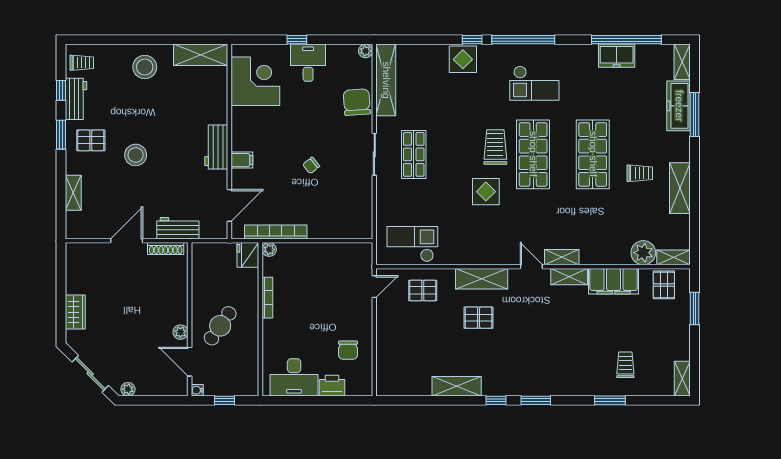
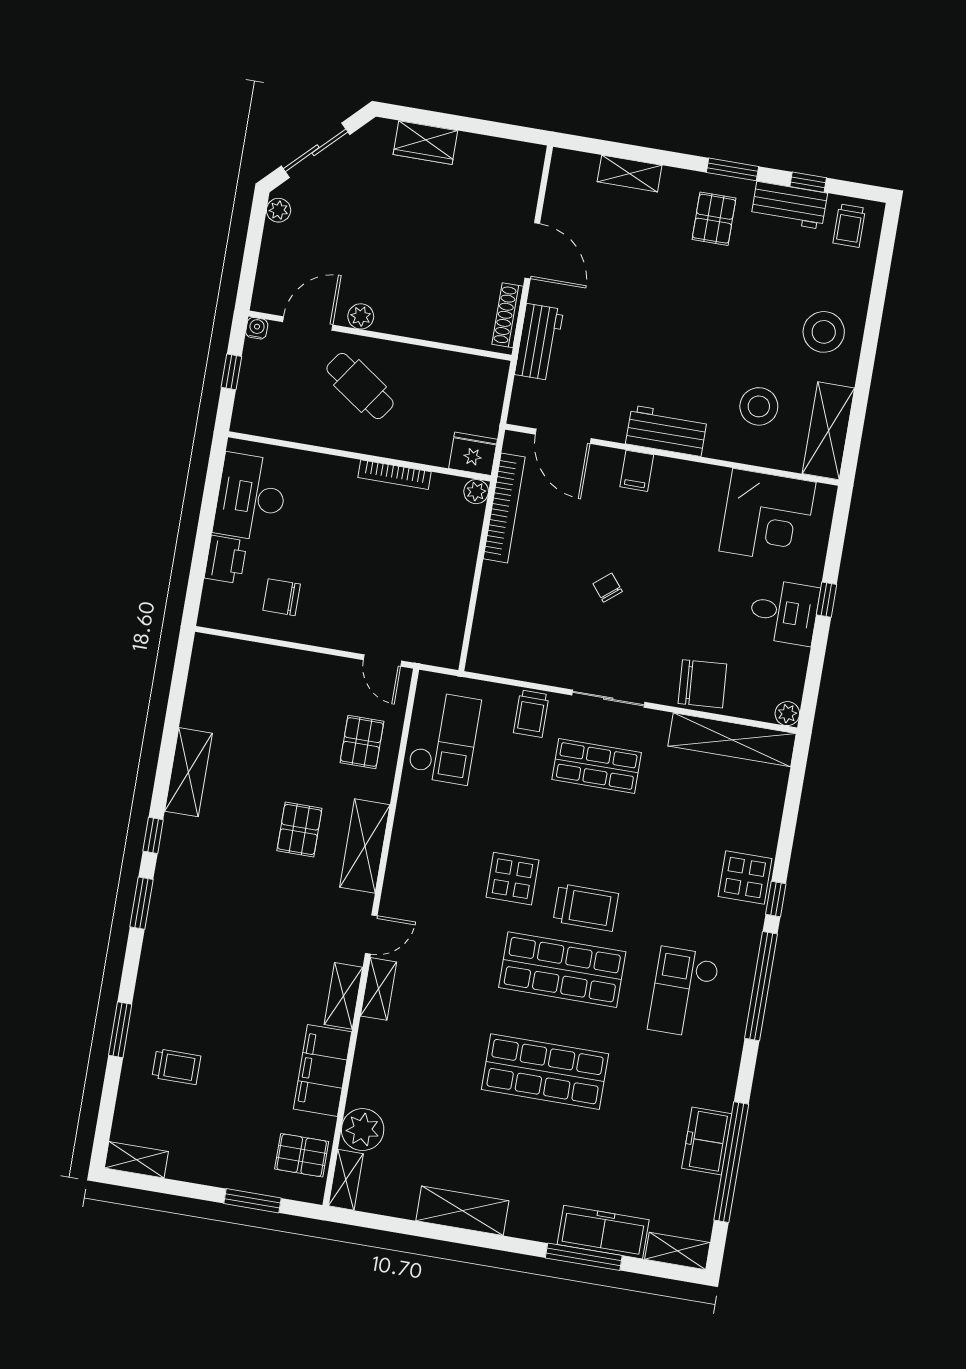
stool: (136, 155) -> (759, 406), moved
trolley: (640, 173) -> (531, 714), moved

